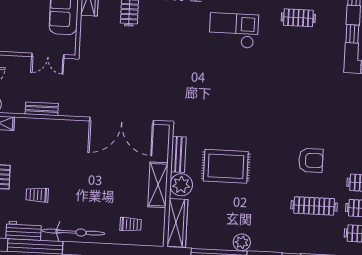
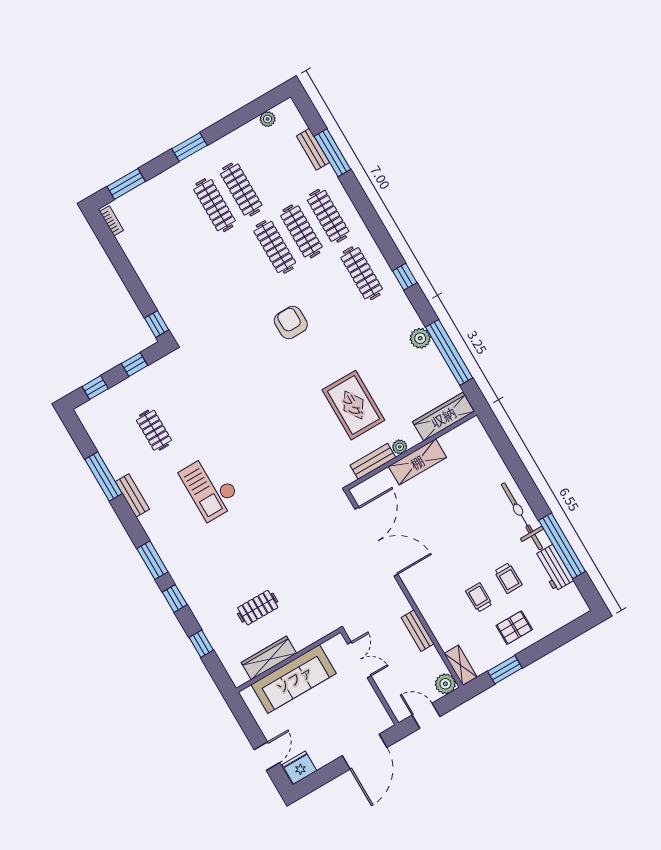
plant: (181, 185) -> (400, 447), width x0.53, depth x0.53
clothes rail: (314, 206) -> (362, 273), moved
trolley: (131, 224) -> (479, 597), moved

